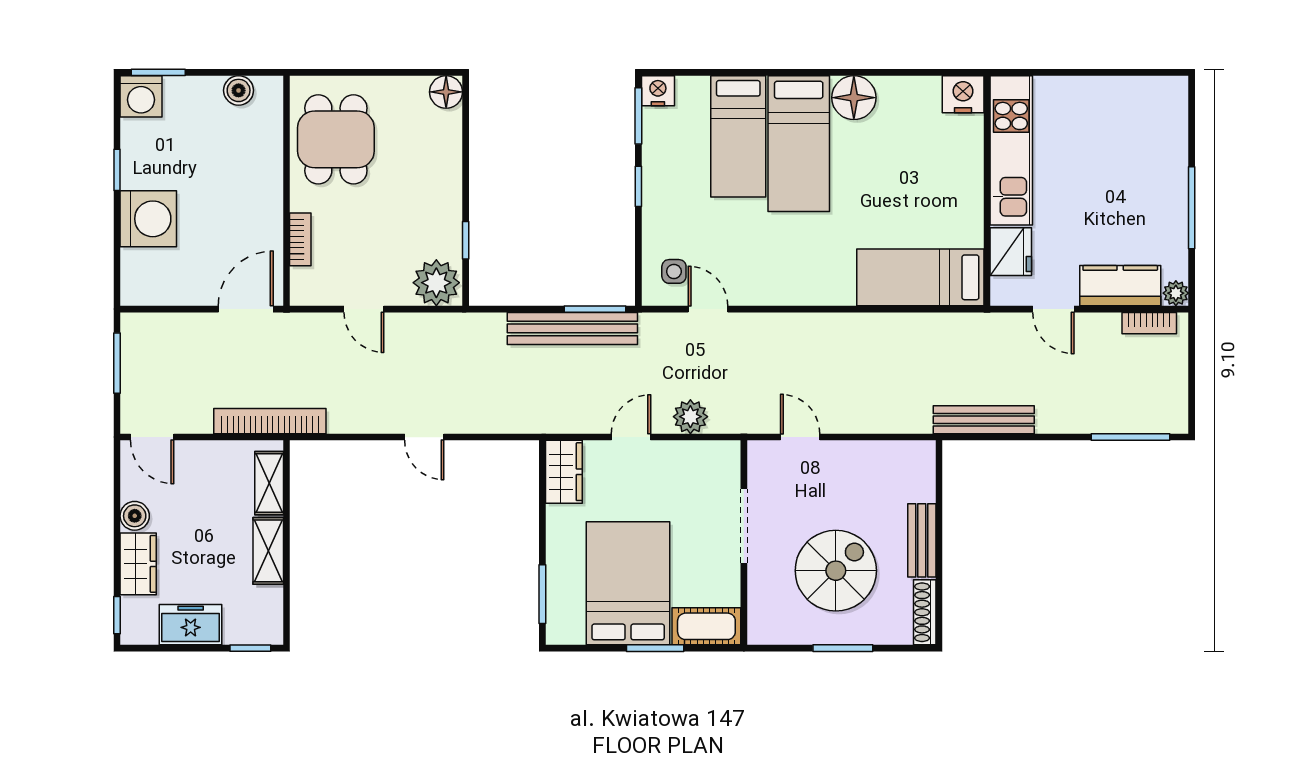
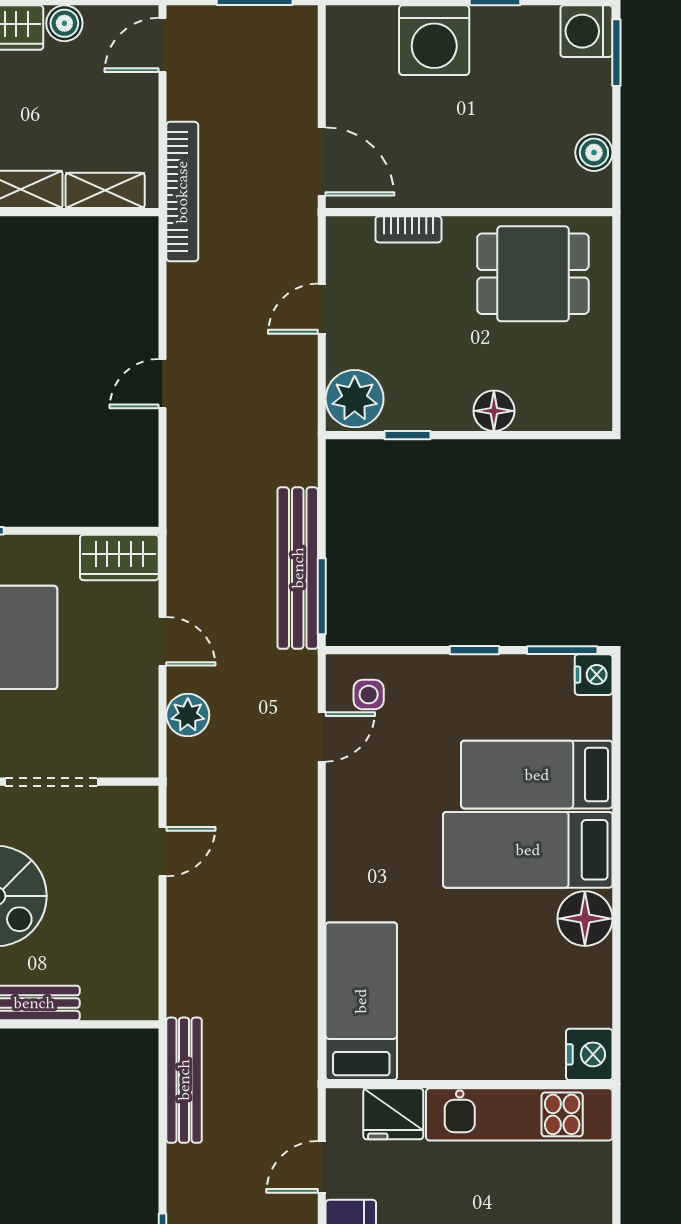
floor lamp: (446, 92) -> (494, 411), moved

